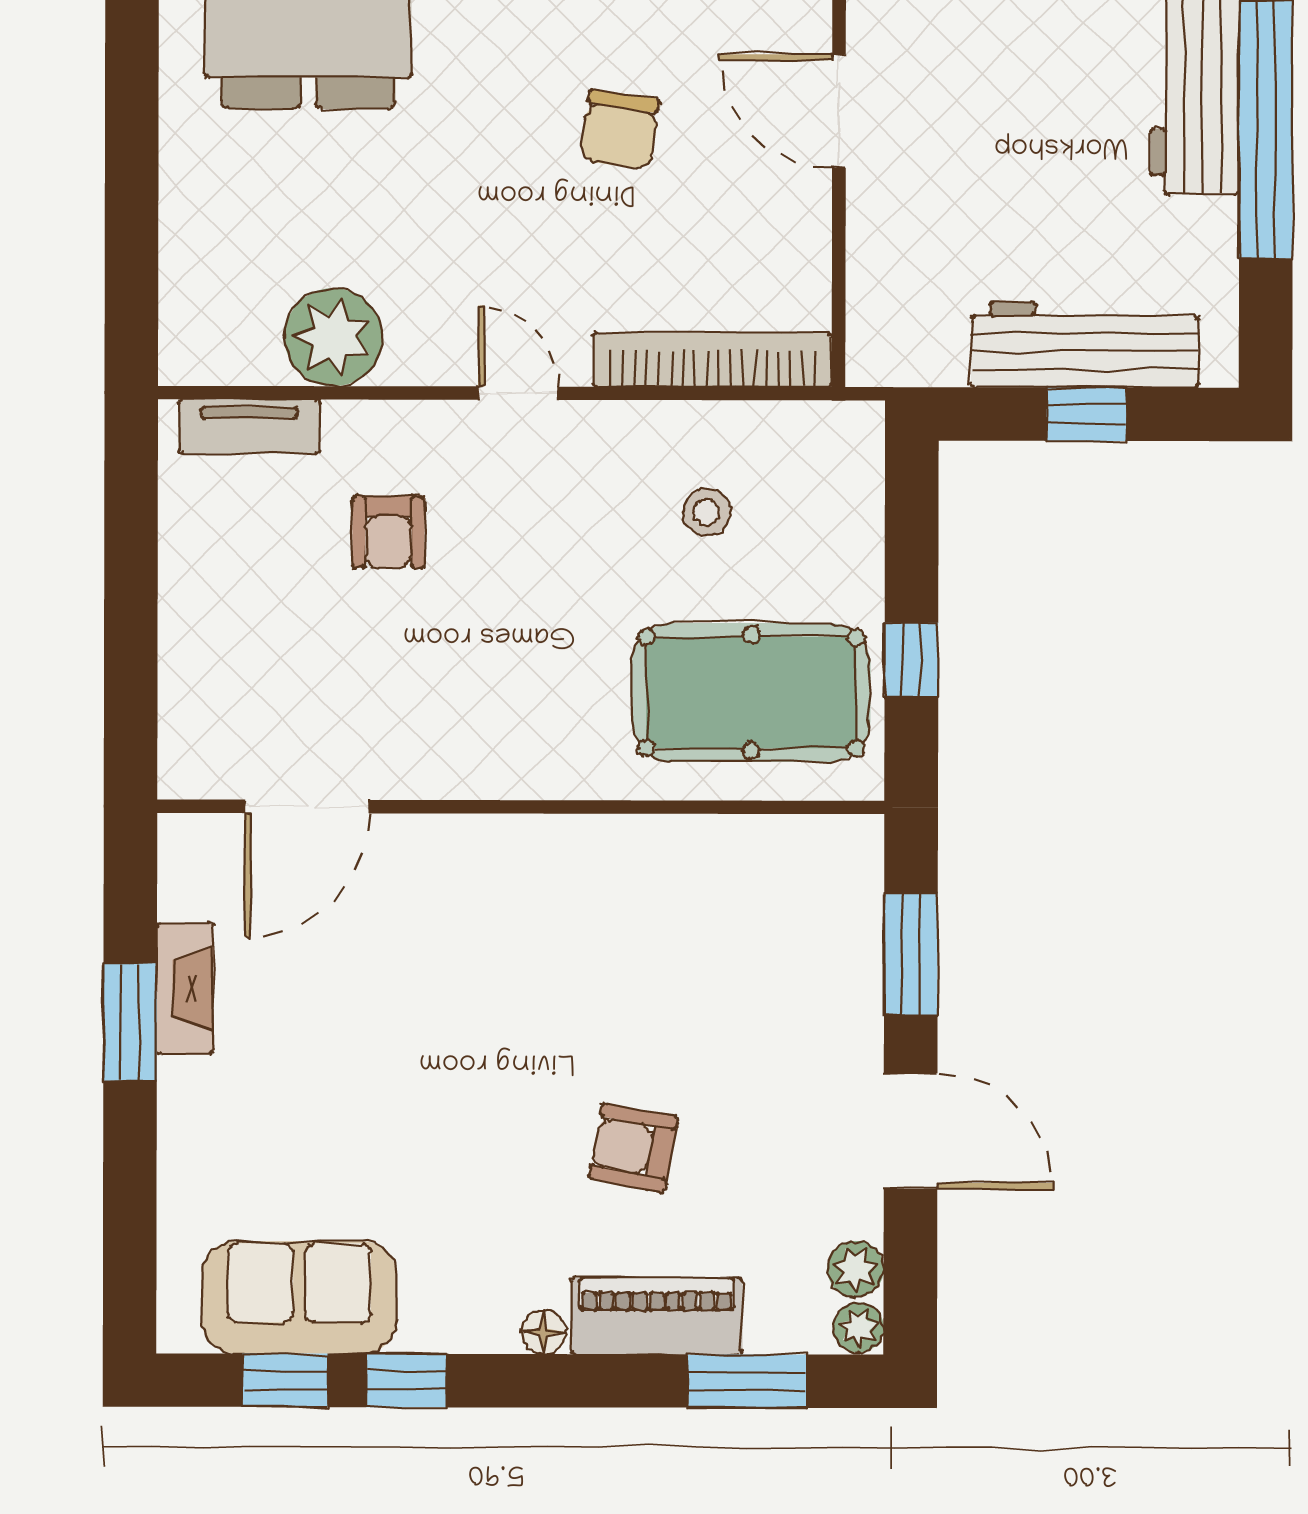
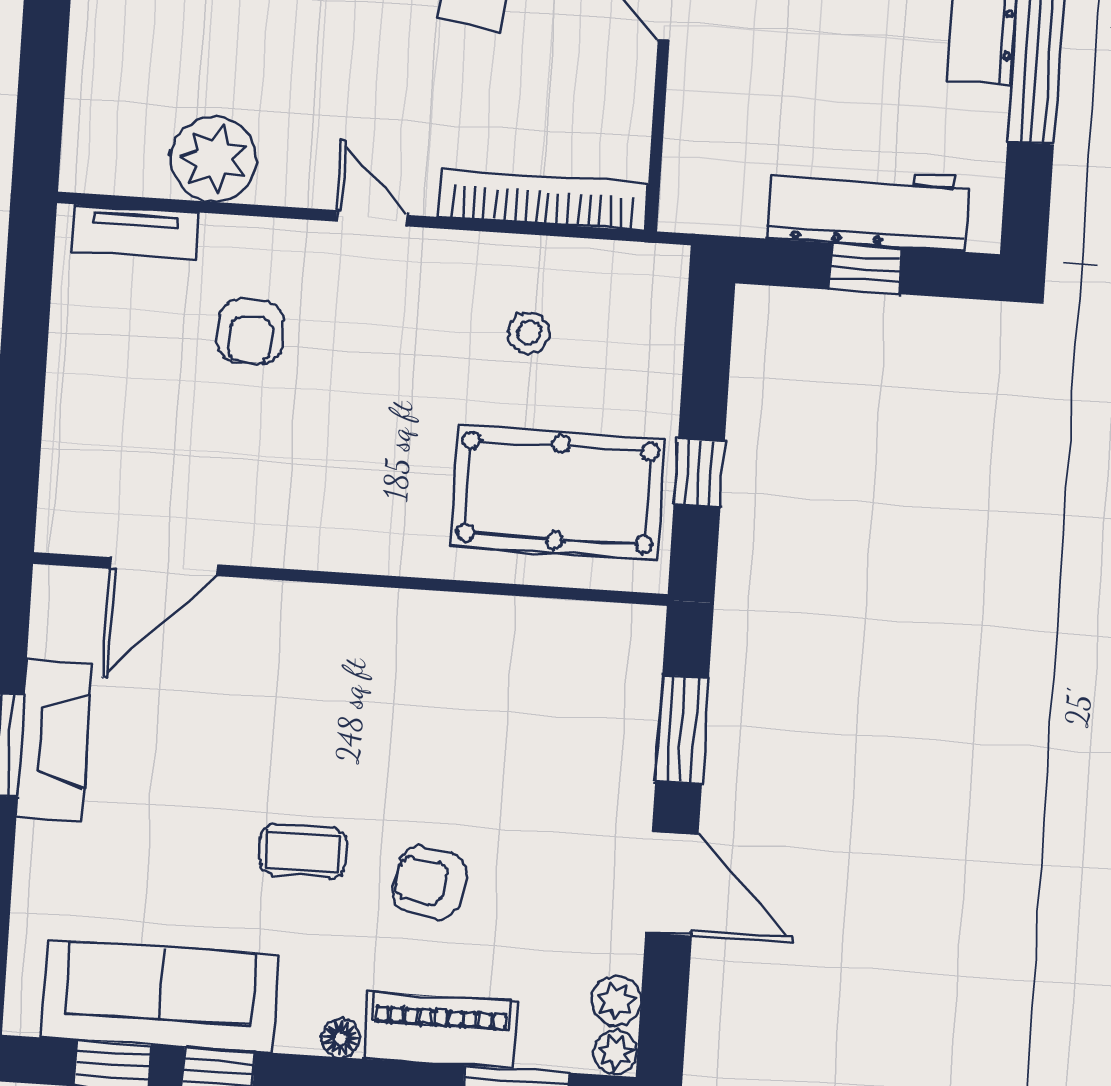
fireplace: (185, 989) -> (54, 740), width x1.37, depth x1.32
coffee table: (486, 1121) -> (303, 851), added
sofa: (299, 1297) -> (160, 996), width x1.36

